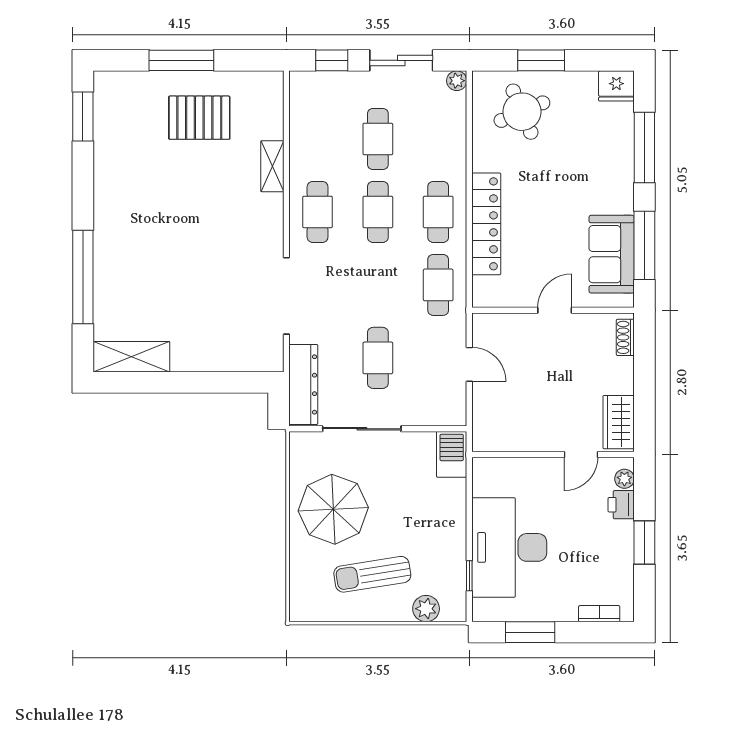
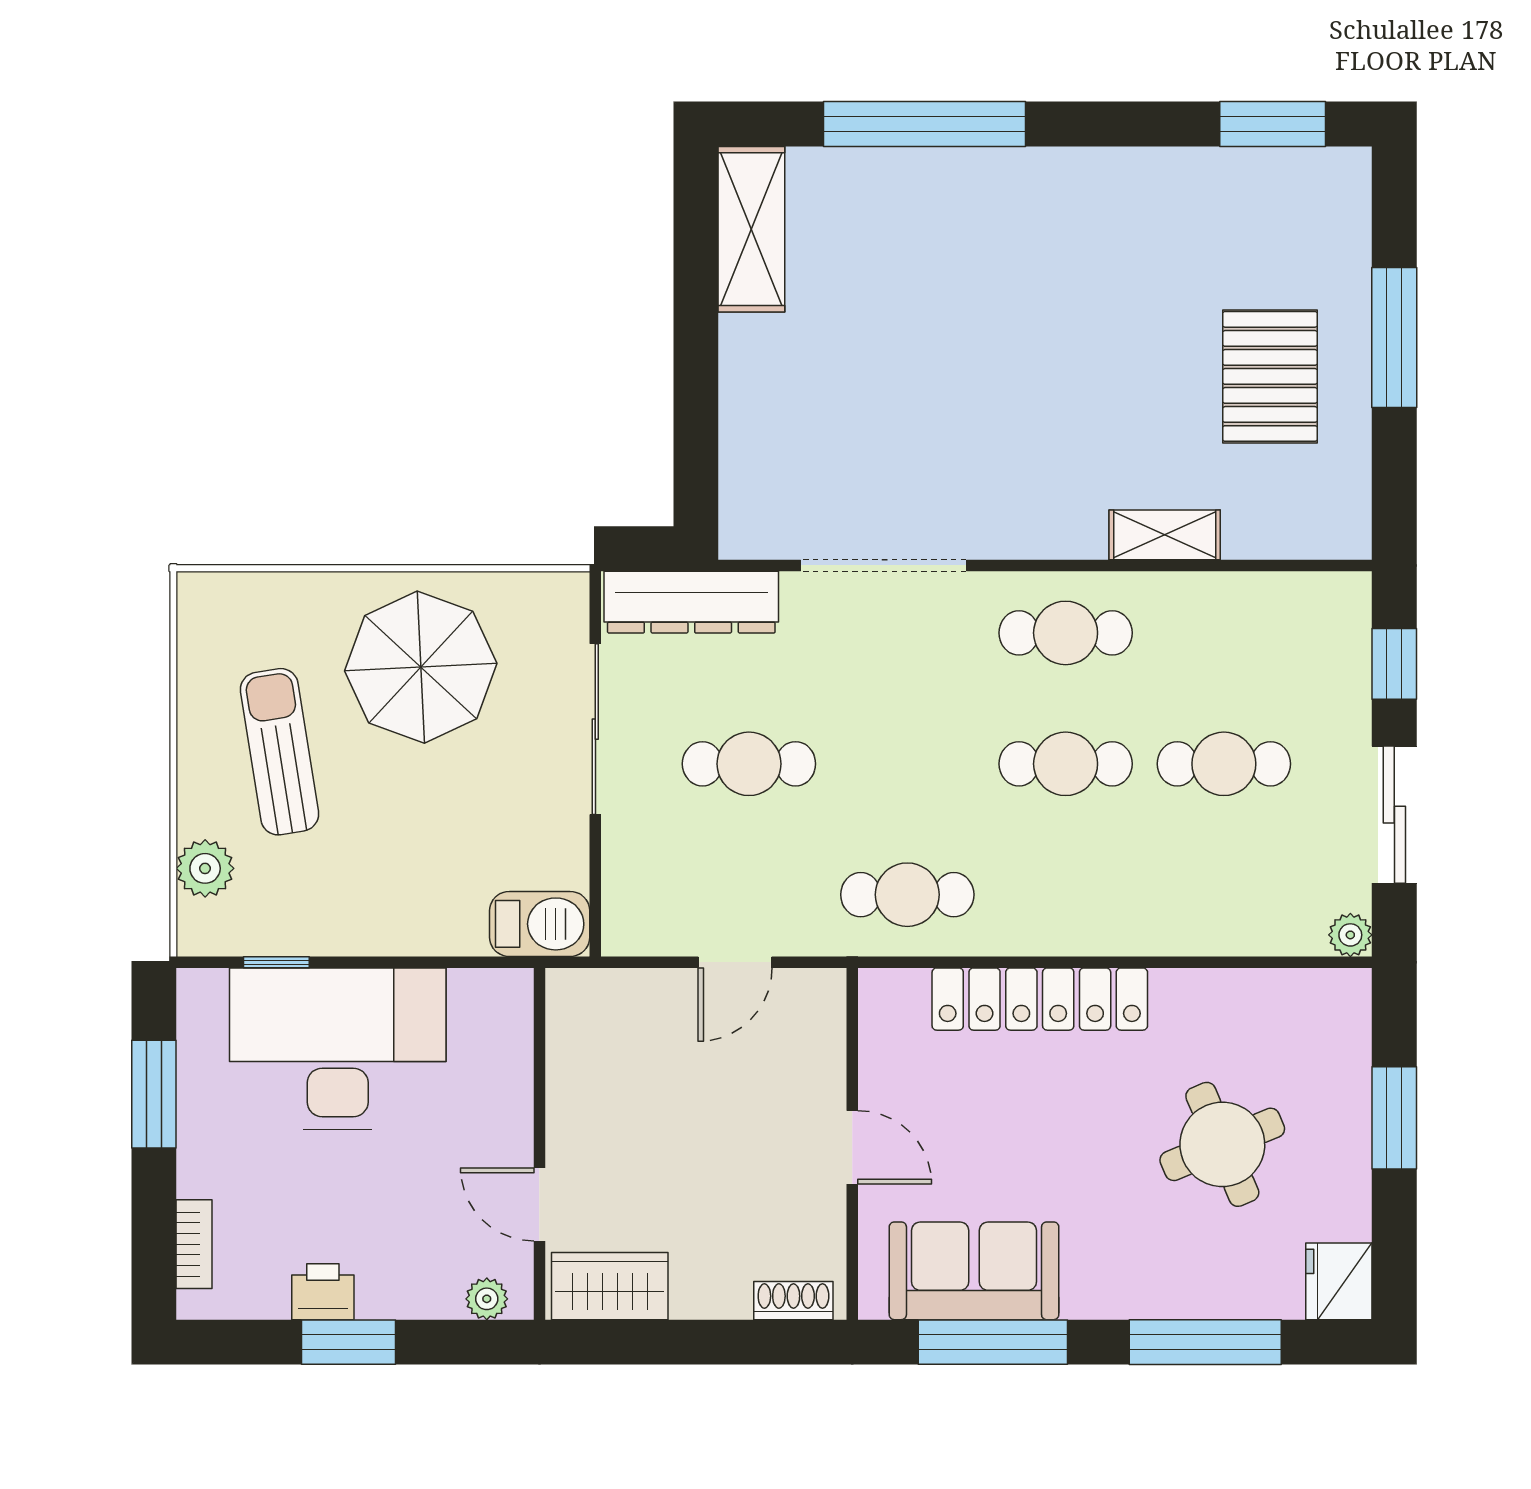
round table: (522, 112) -> (1222, 1144), moved
cafe table: (438, 212) -> (1066, 895), removed
printer: (621, 505) -> (323, 1292), moved

